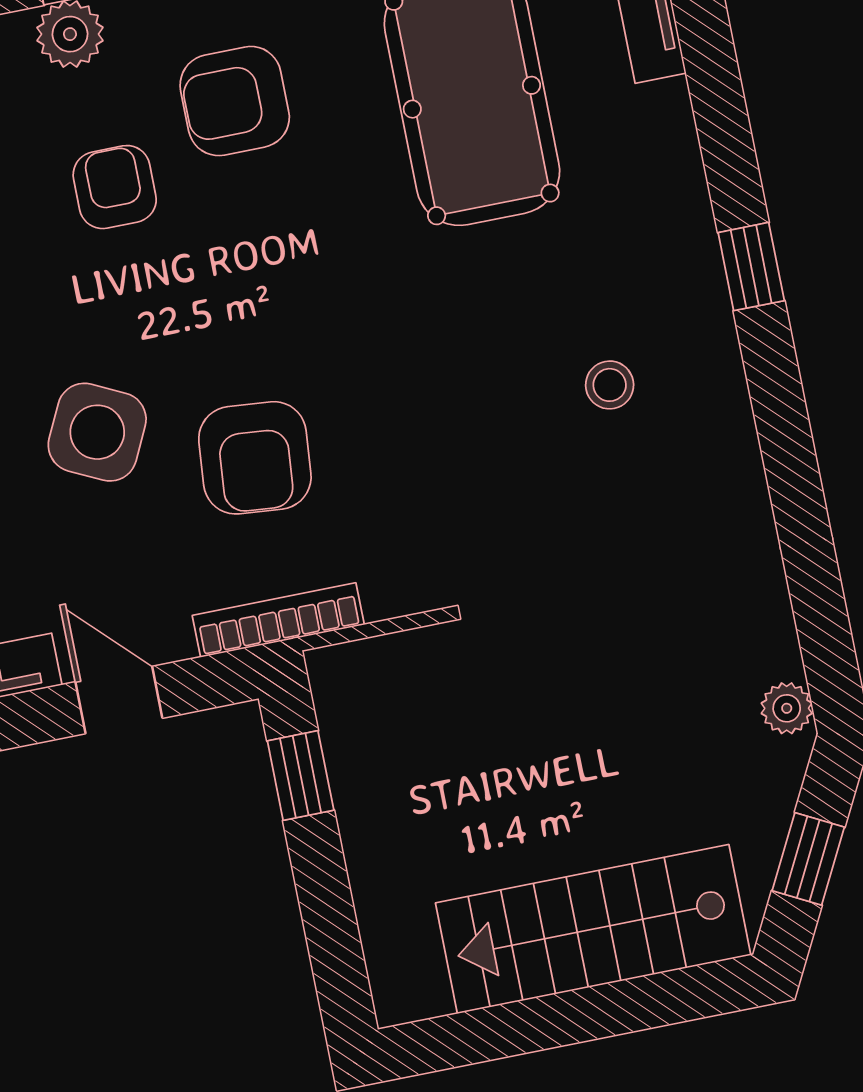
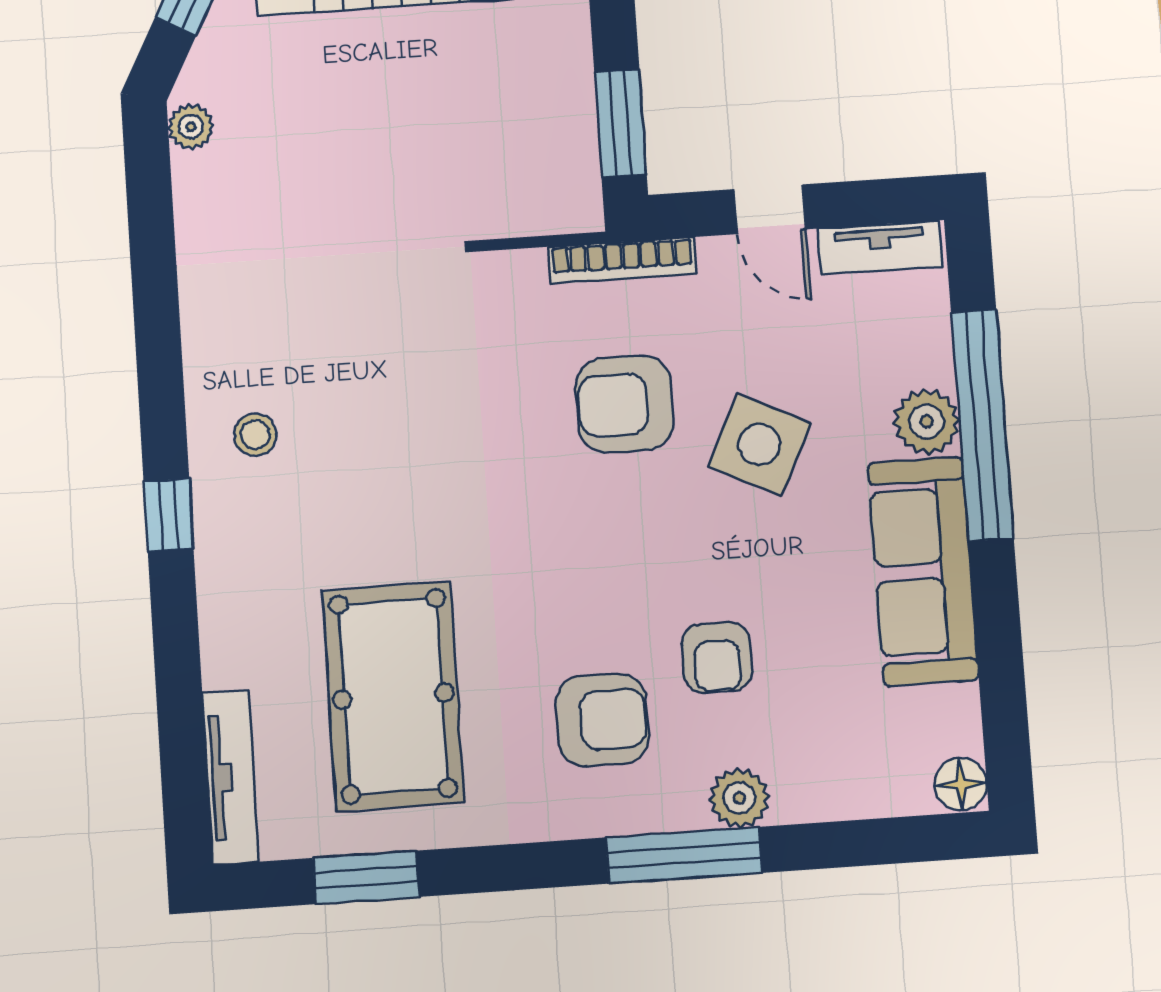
stool: (610, 385) -> (255, 435), moved
armchair: (255, 458) -> (625, 404), turned -95
window: (301, 775) -> (620, 124), width x1.50

